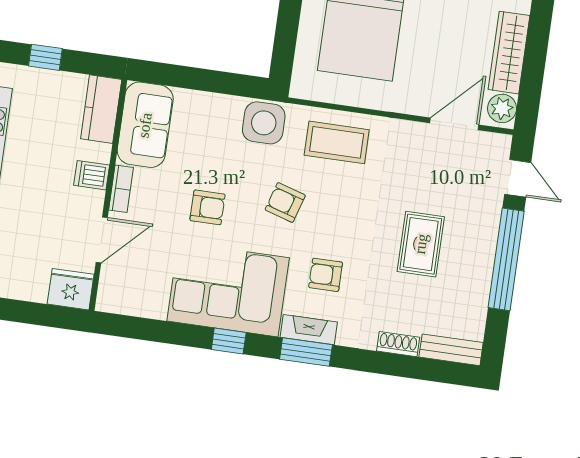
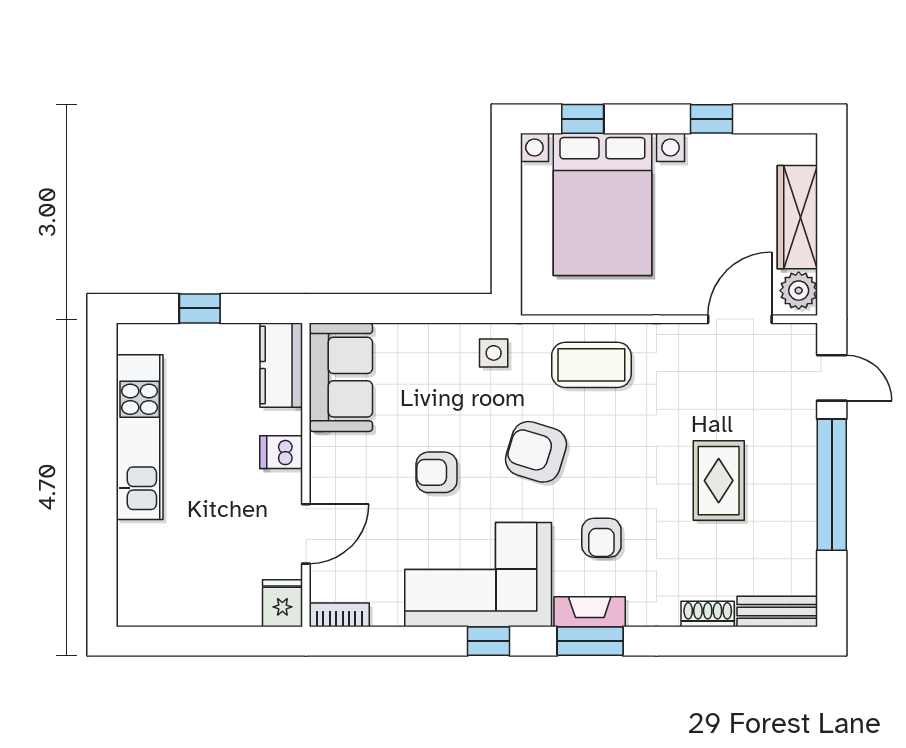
side table: (264, 123) -> (494, 353), width x0.54, depth x0.54
bookcase: (121, 189) -> (339, 615), moved, turned -90
armchair: (285, 203) -> (536, 452), width x1.38, depth x1.38
armchair: (207, 207) -> (437, 472), turned 180
armchair: (326, 275) -> (601, 538), turned -90
fridge: (71, 289) -> (282, 603), width x0.72

